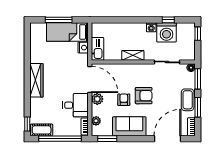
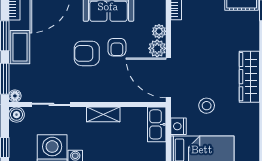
boiler: (190, 55) -> (17, 115), added
stool: (65, 61) -> (207, 106), added
desk: (76, 105) -> (190, 39), removed
plant: (96, 121) -> (159, 31), moved

